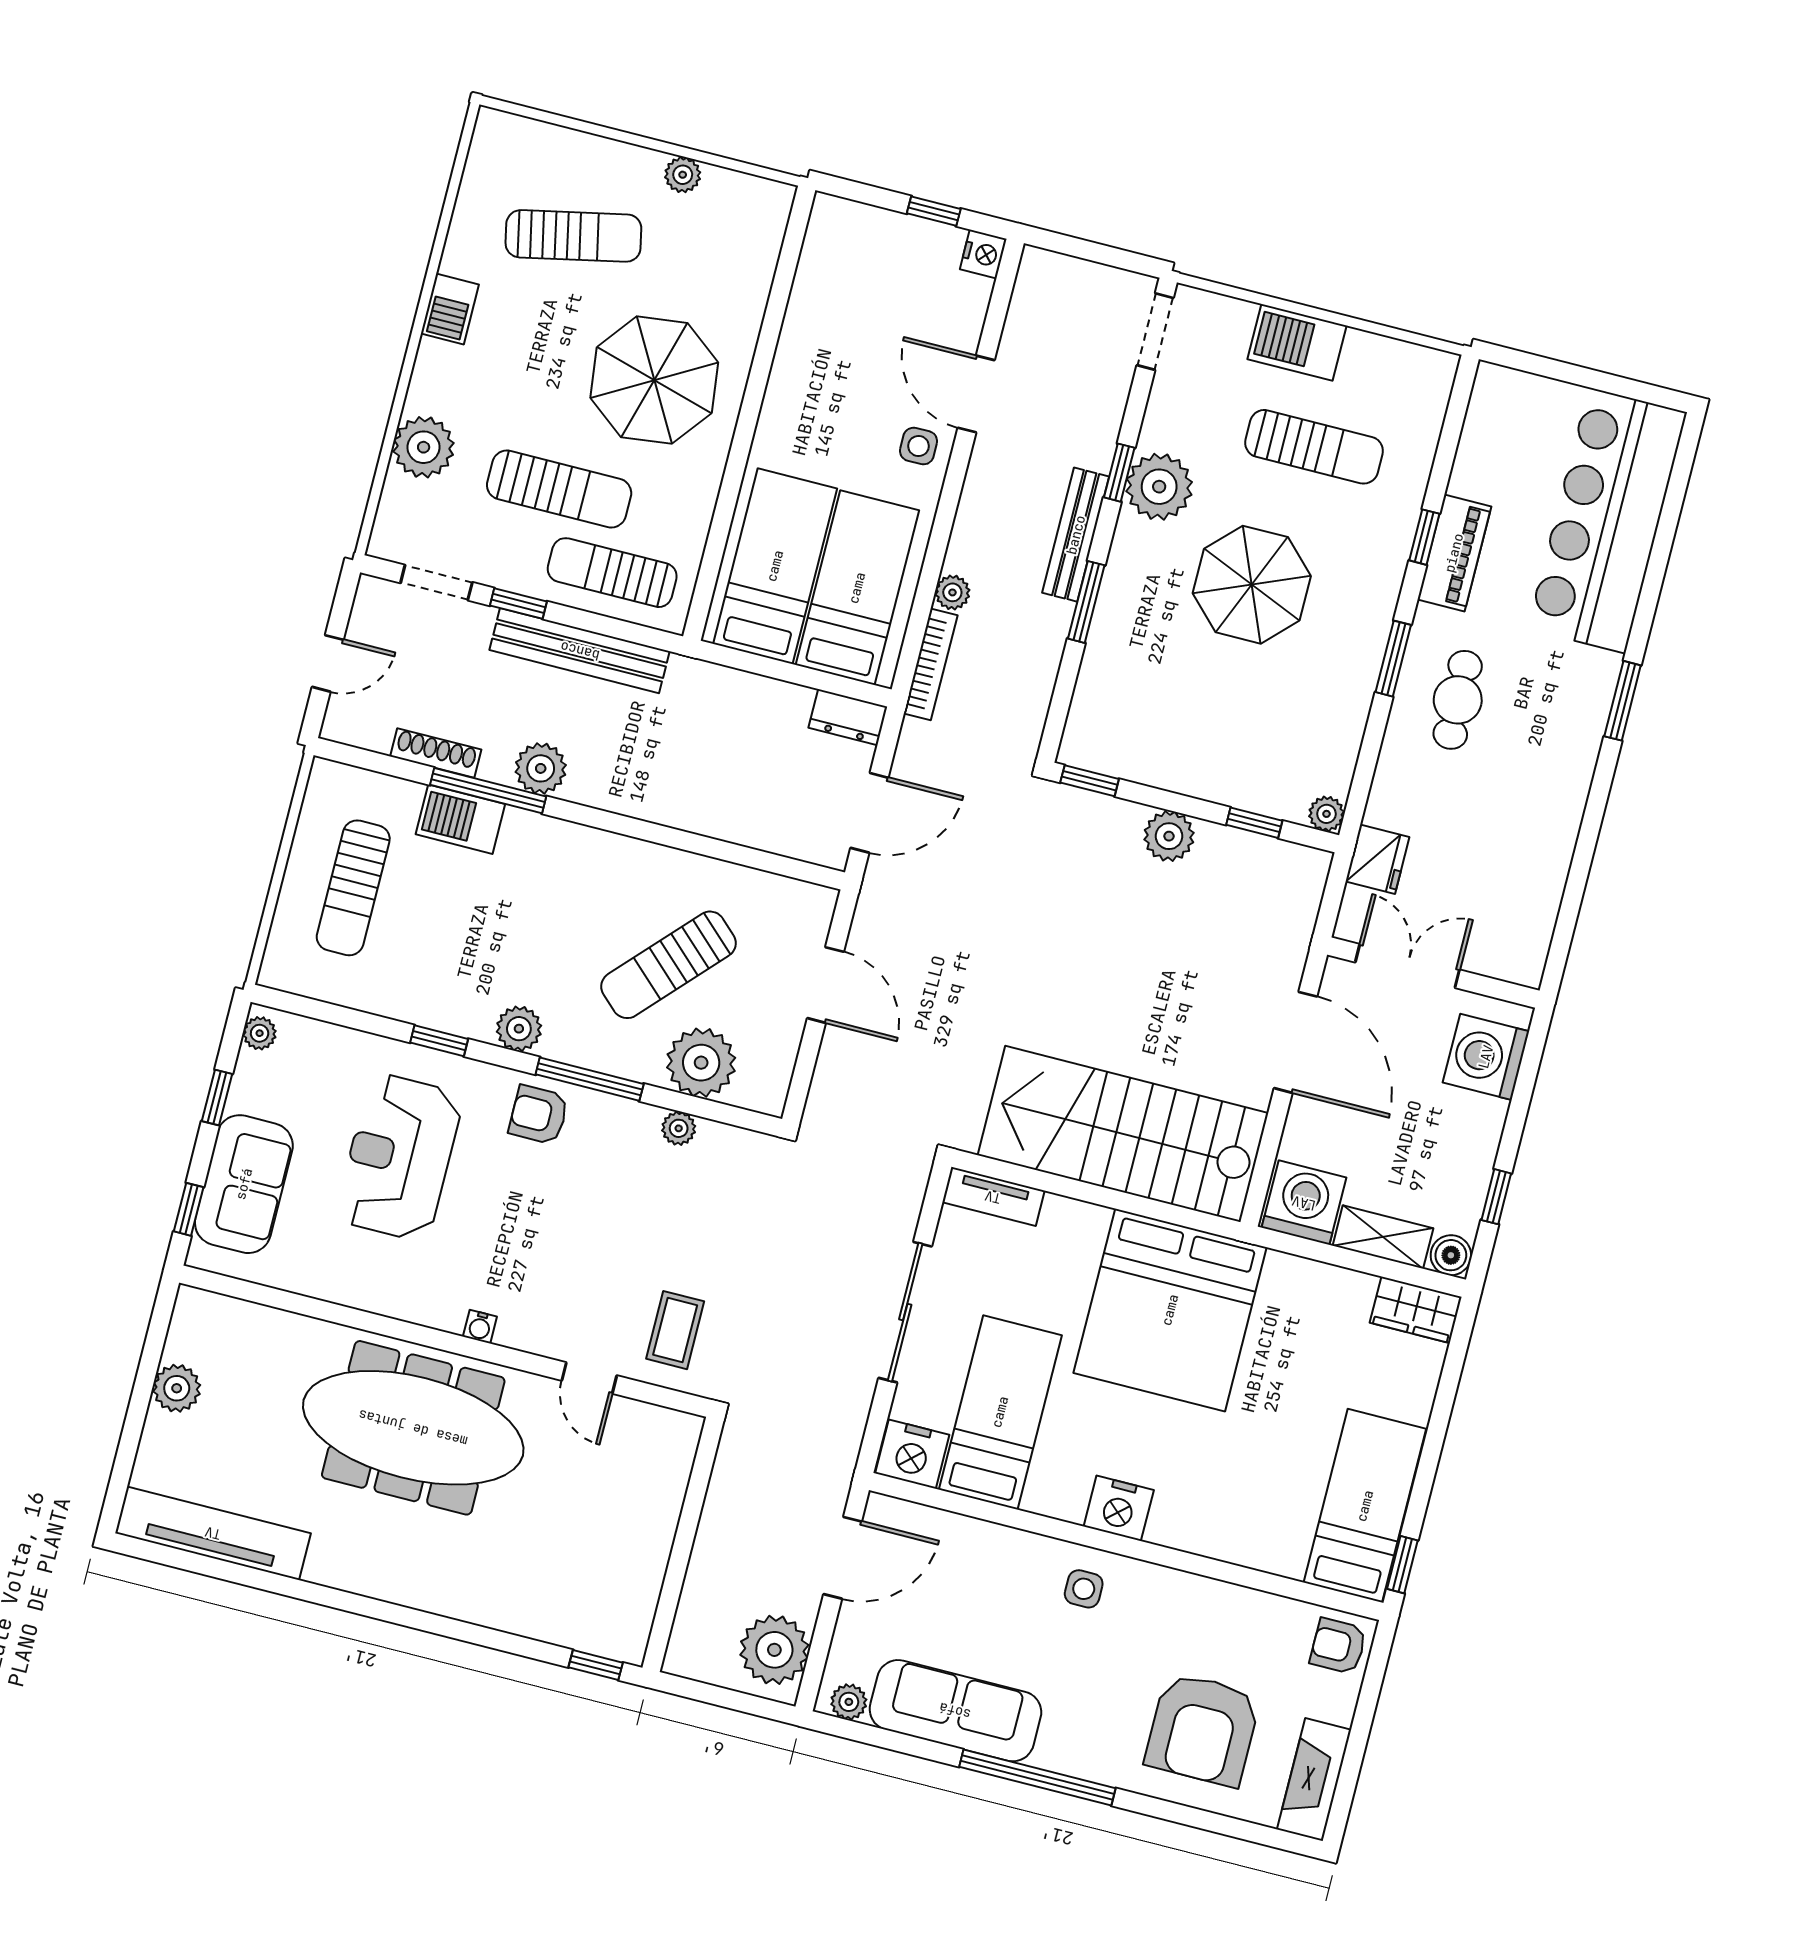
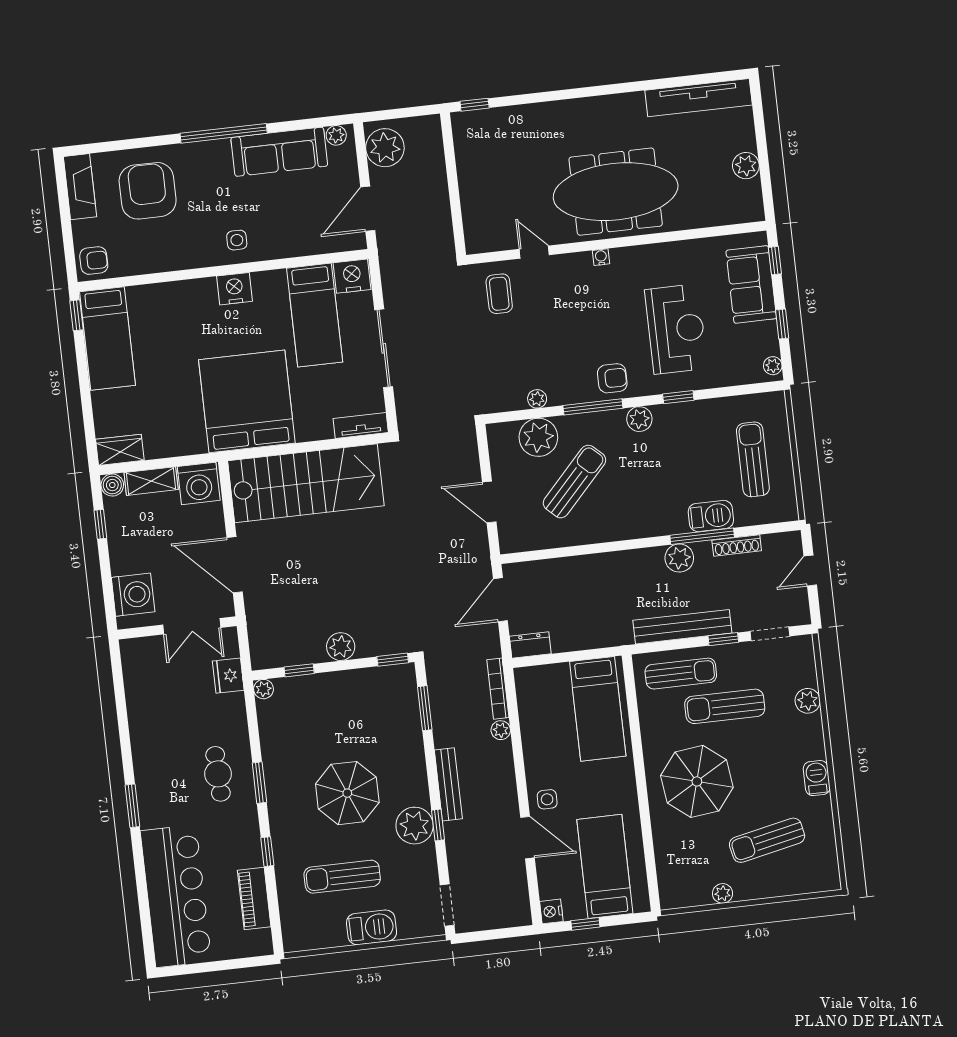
plant: (424, 447) -> (808, 701), width x0.73, depth x0.73
piano: (1454, 553) -> (254, 899), moved
bed: (857, 588) -> (605, 866), moved, turned 180
window: (1086, 602) -> (425, 708), moved

